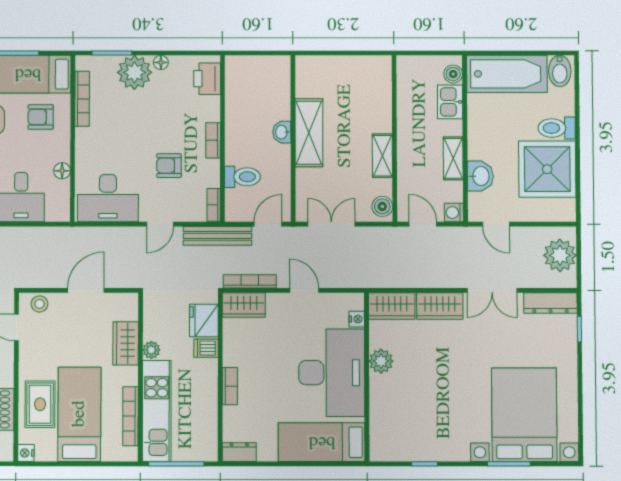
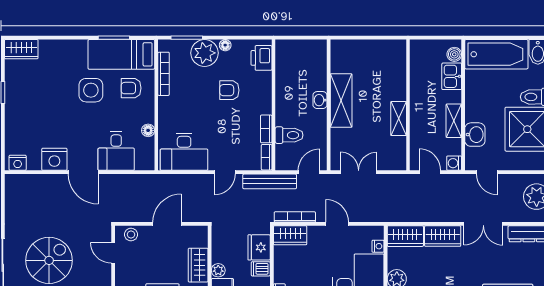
bookcase: (213, 140) -> (266, 129), moved
armchair: (169, 166) -> (229, 90), moved
boiler: (382, 206) -> (398, 158), removed

